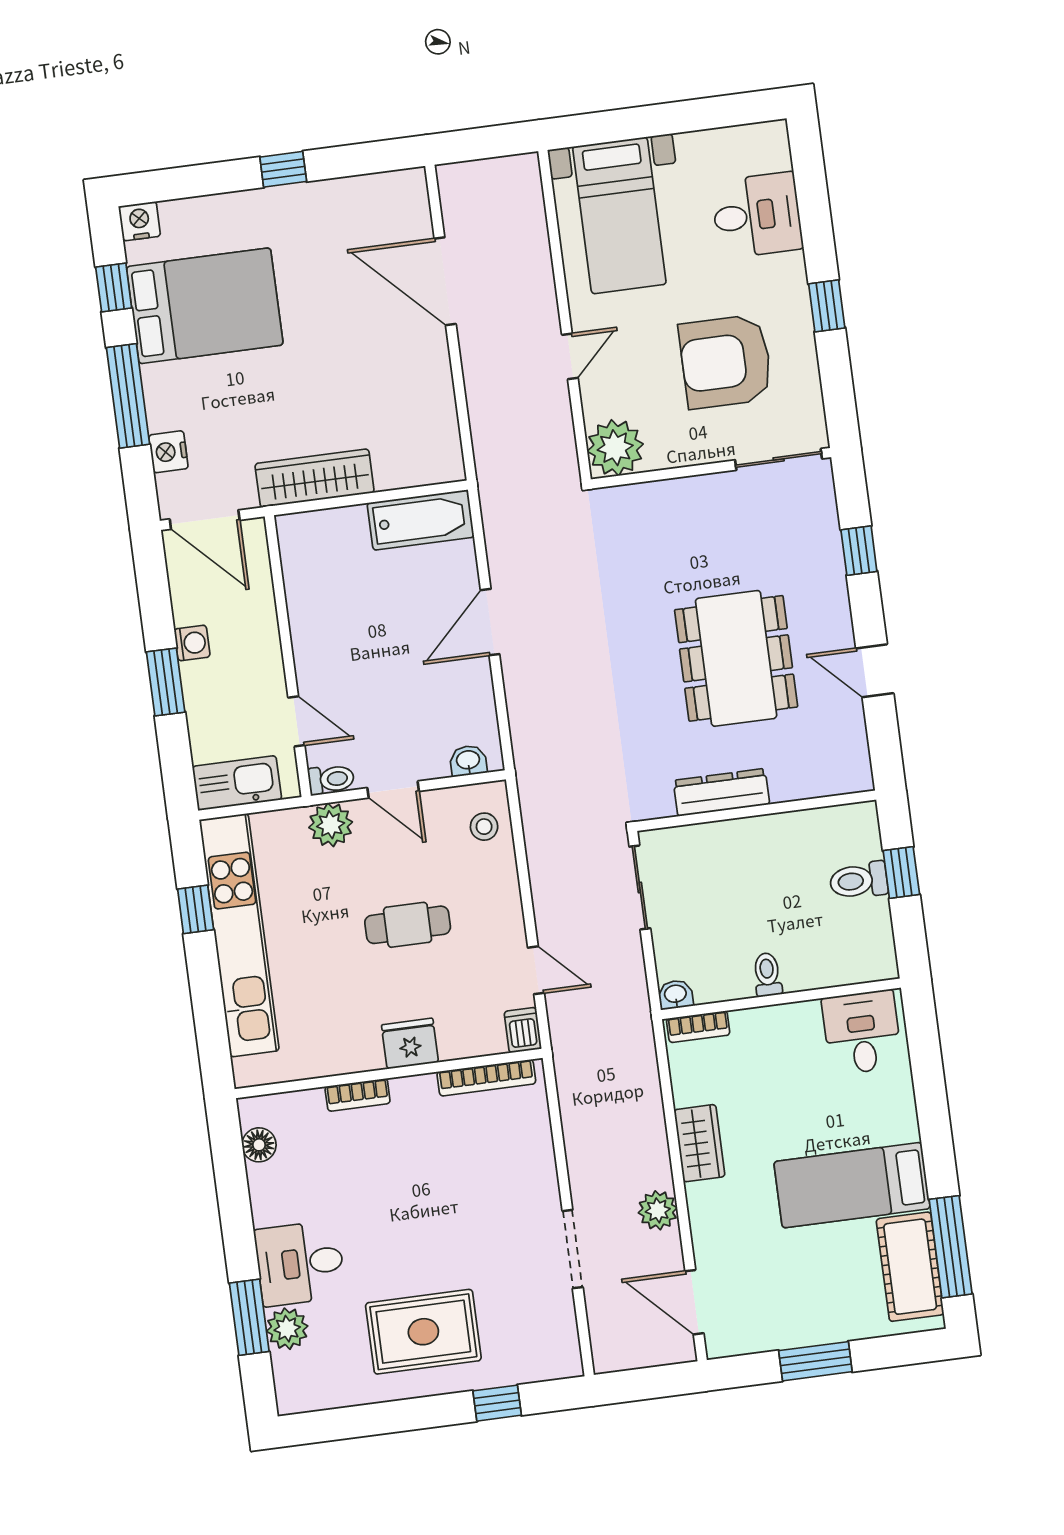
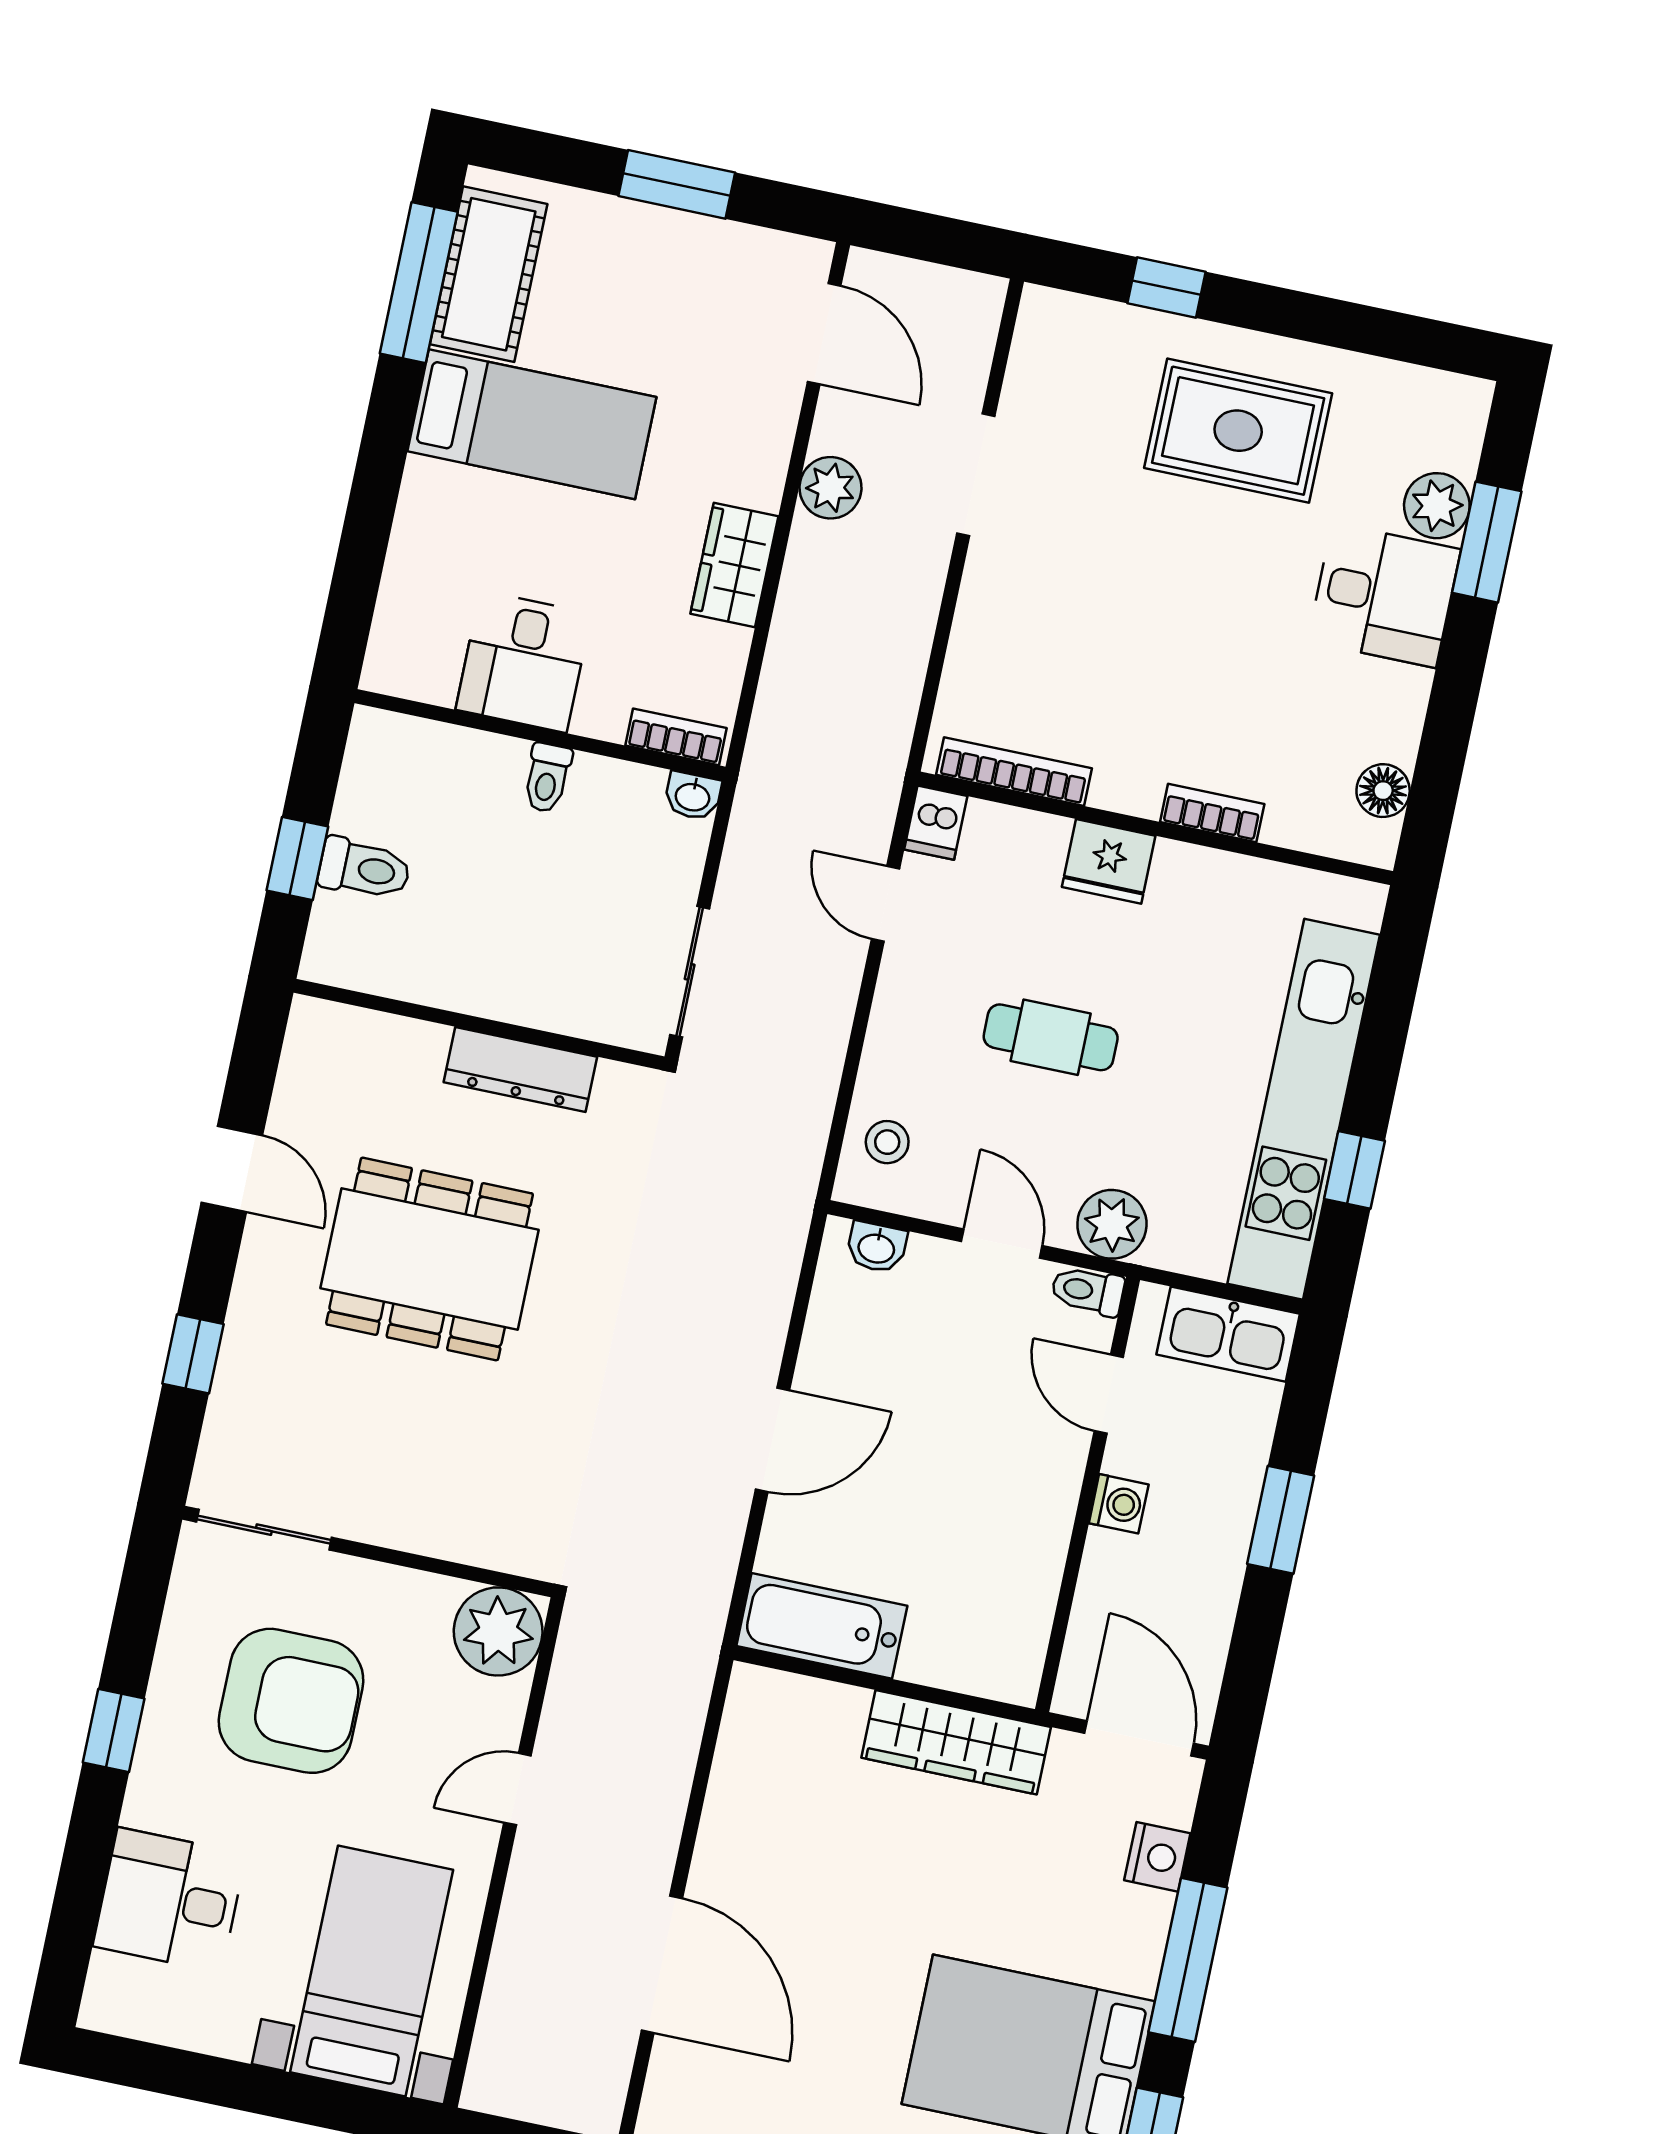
washing machine: (192, 643) -> (1119, 1504), moved, turned 180
dining table: (736, 658) -> (430, 1259), turned 90
desk: (862, 1032) -> (523, 662), moved

